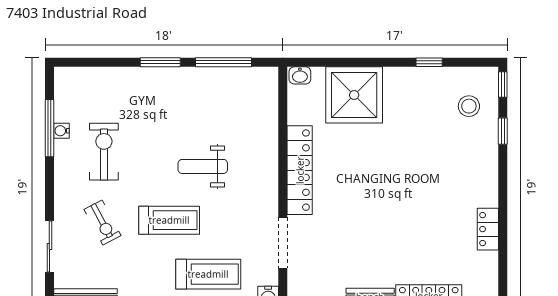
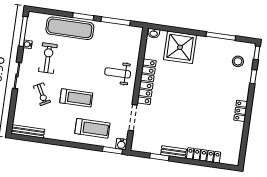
window: (429, 62) -> (221, 36), width x2.17
exercise mat: (138, 89) -> (70, 28), added
window: (49, 128) -> (23, 31), moved
weight bench: (203, 166) -> (118, 73), moved
locker: (488, 229) -> (241, 111), moved
sliding door: (49, 247) -> (17, 75), moved

